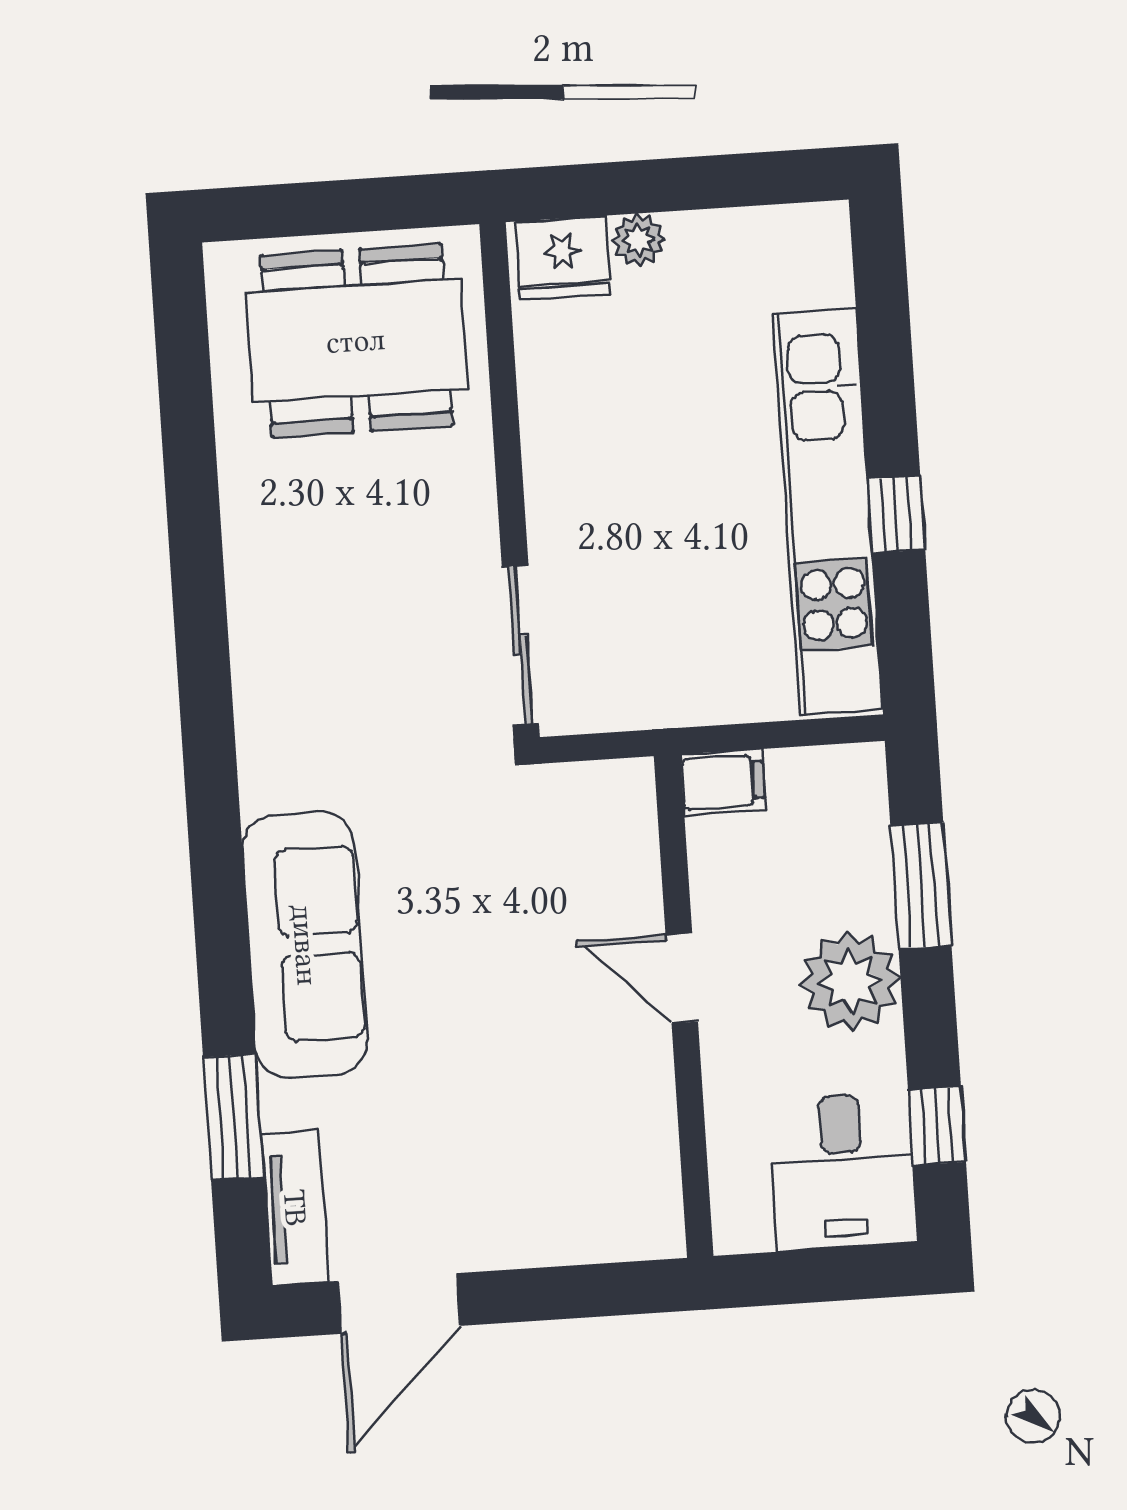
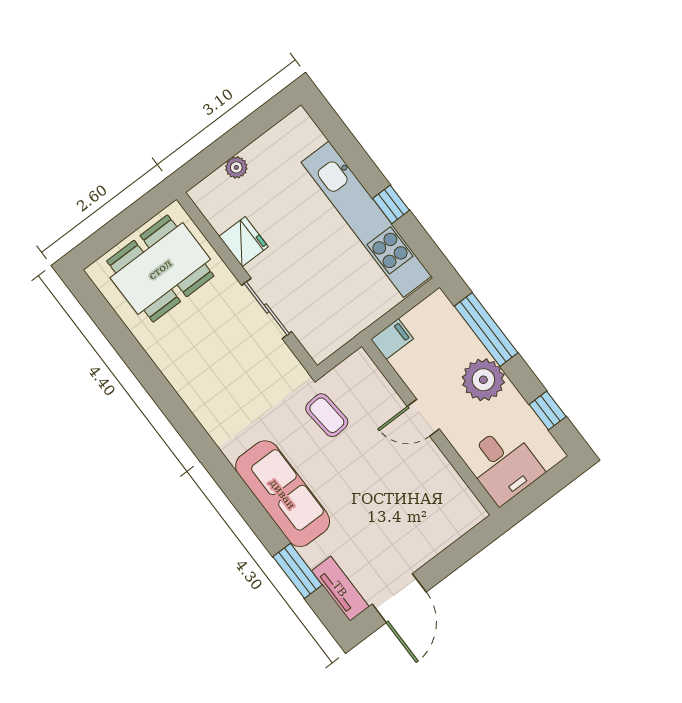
fridge: (563, 258) -> (244, 242), moved, turned -90
sliding door: (520, 645) -> (267, 308), moved
coffee table: (494, 847) -> (327, 415), added
window: (921, 886) -> (486, 329), width x1.44
desk: (843, 1171) -> (503, 465), moved

